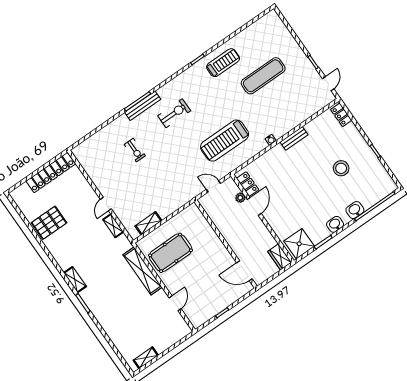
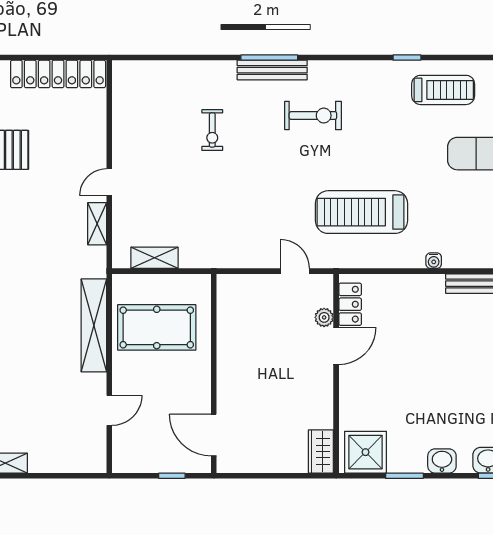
wall: (226, 244) -> (214, 373), moved
door: (244, 271) -> (214, 435), moved

